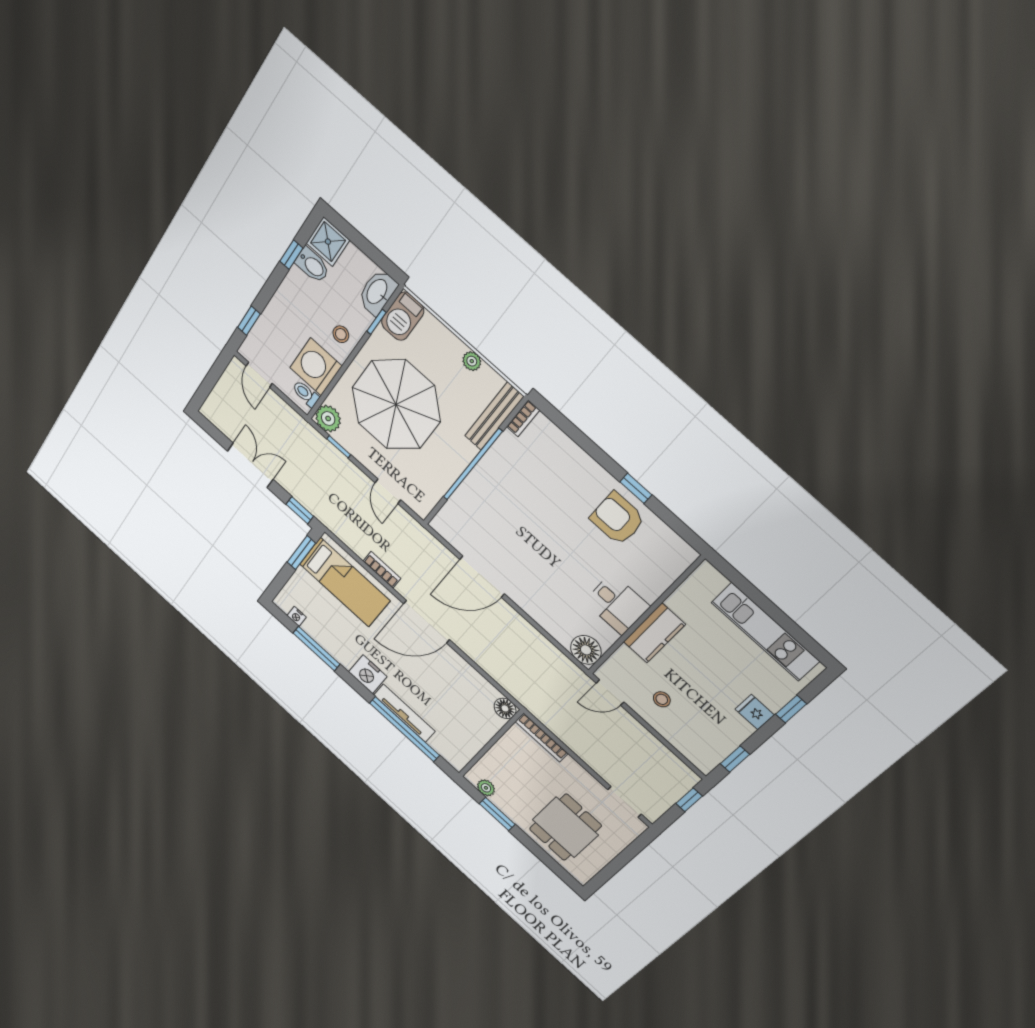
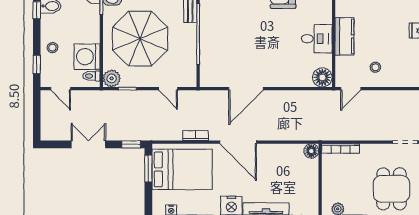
stool: (341, 334) -> (52, 48), moved
bed: (345, 582) -> (182, 169), width x1.50
door: (426, 622) -> (238, 142), hinge flipped

